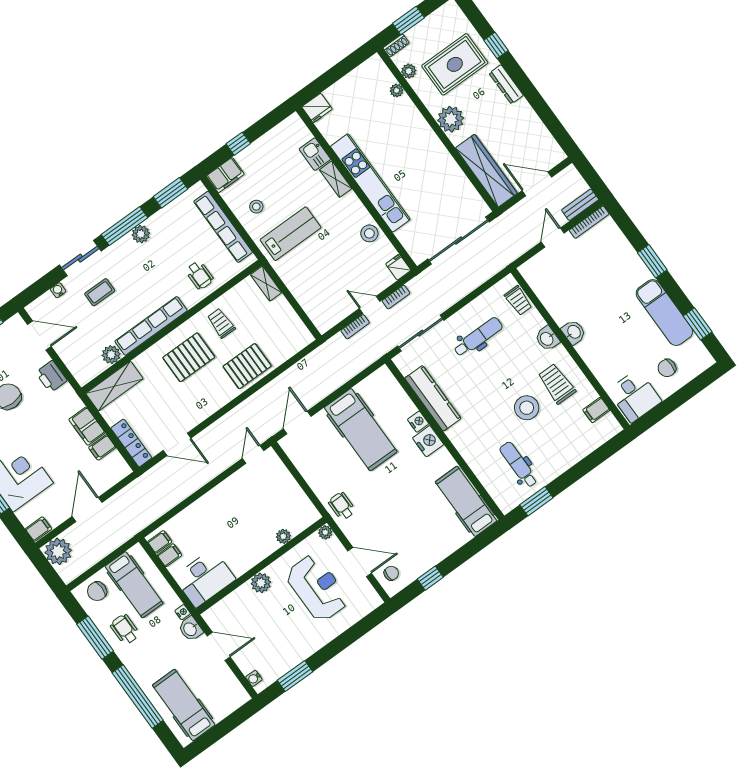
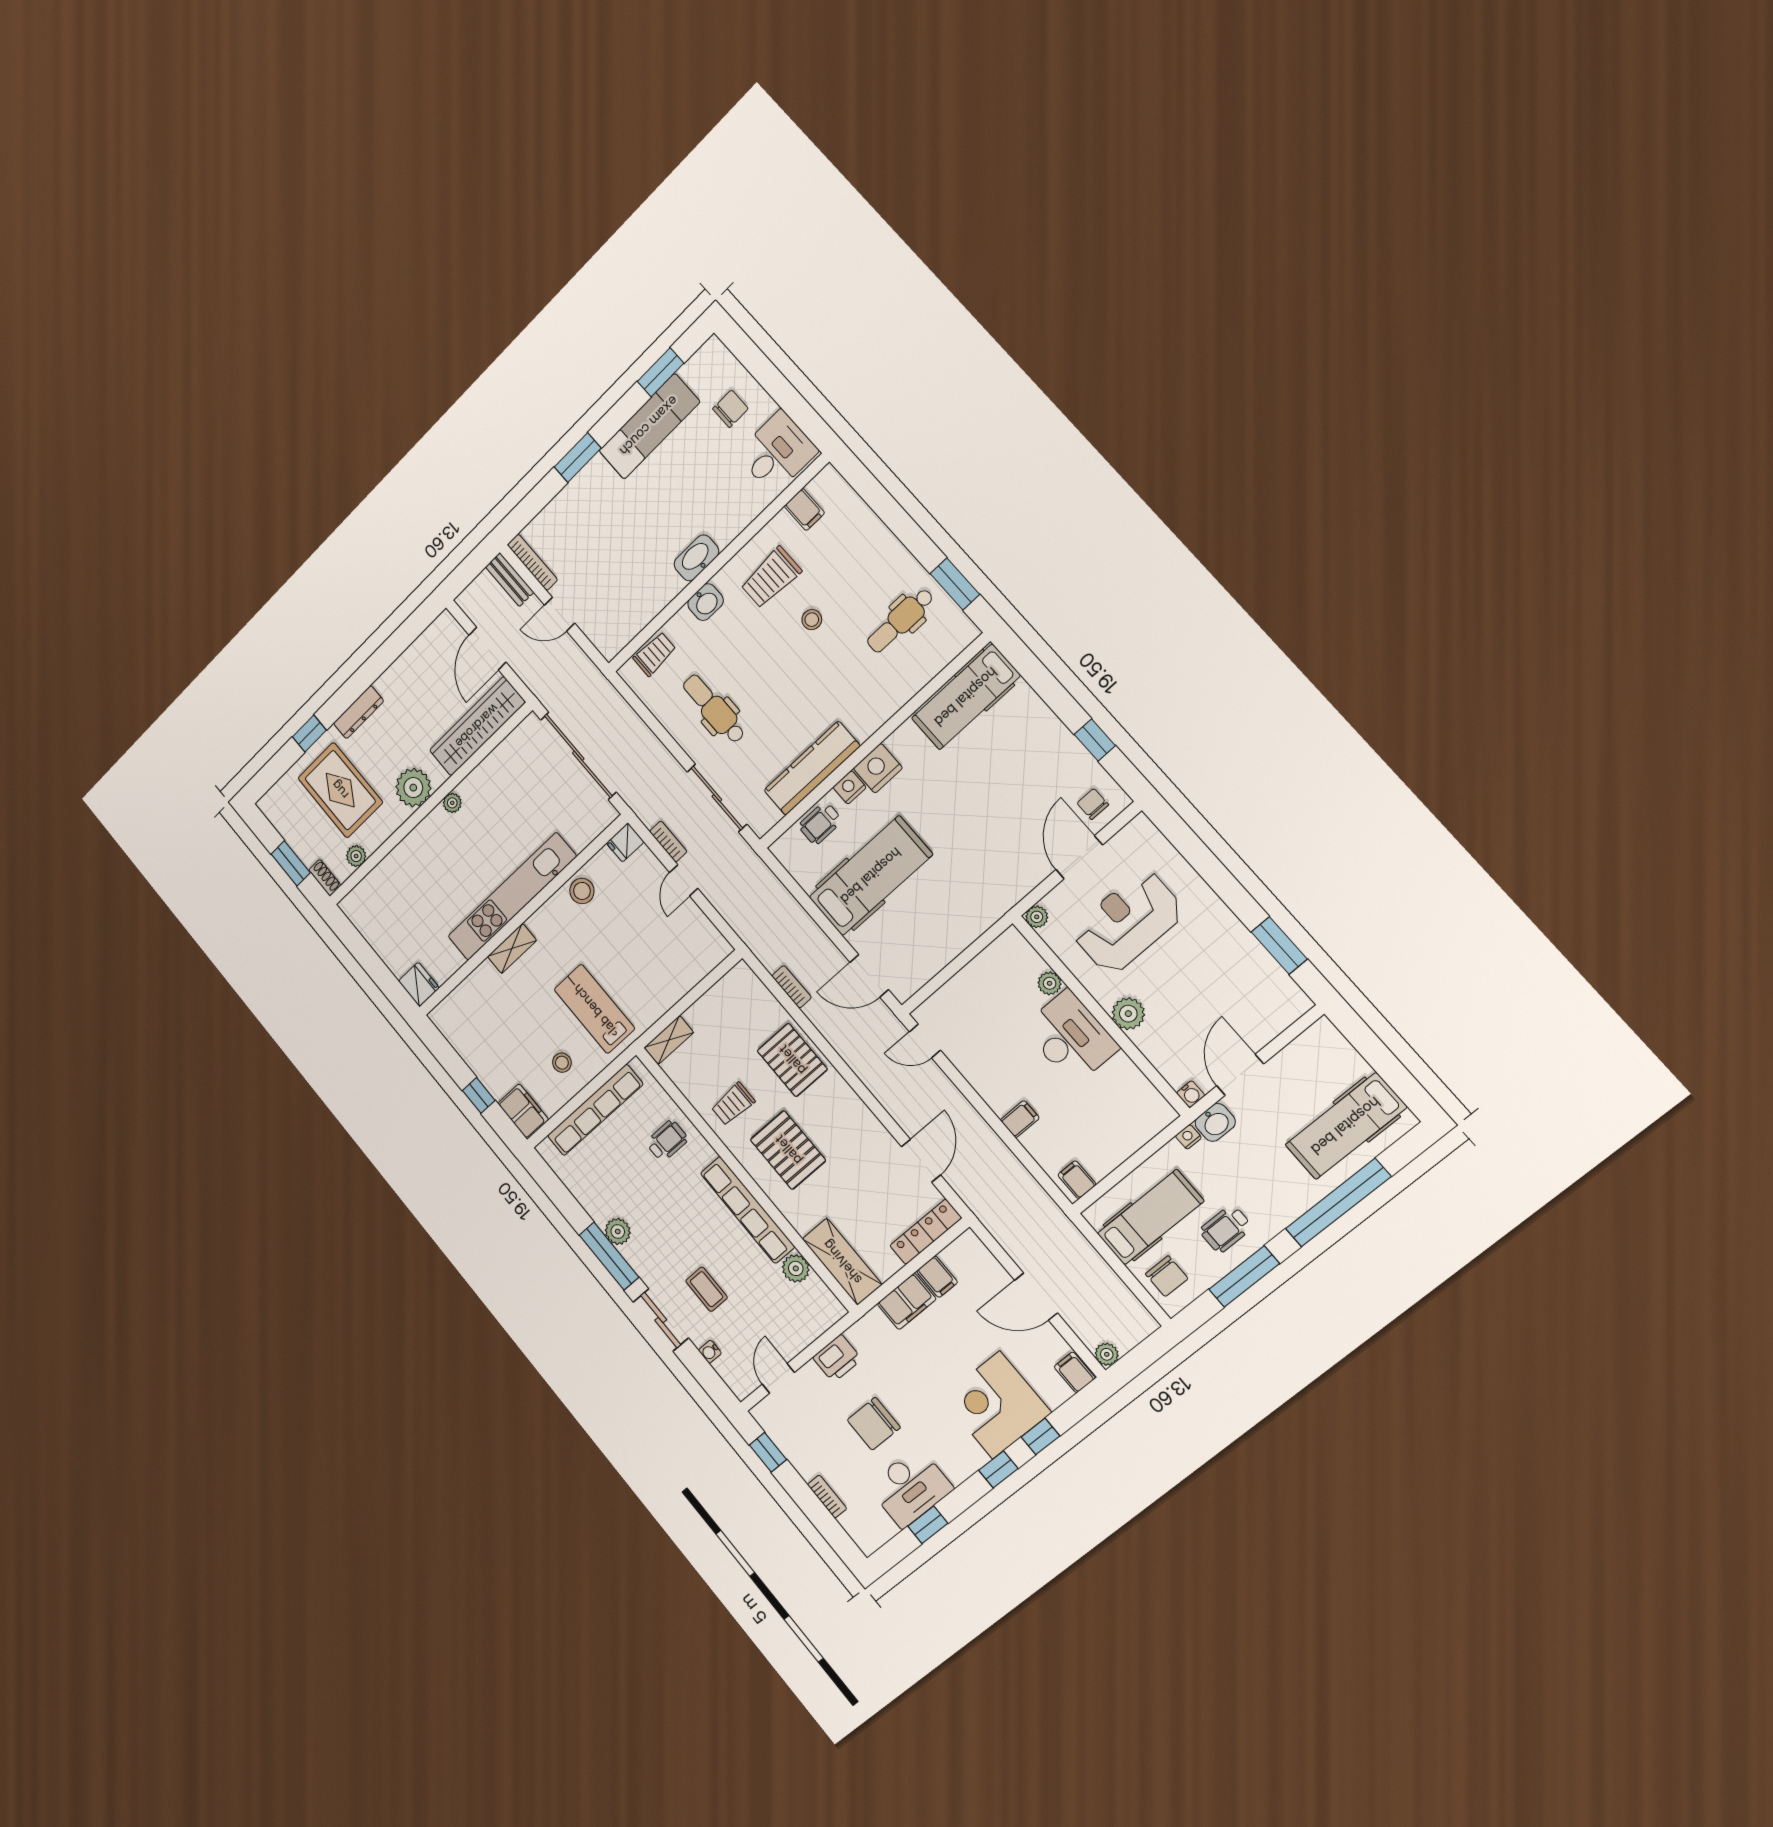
plant: (397, 90) -> (452, 803), moved
kitchen sink: (315, 154) -> (481, 982), removed
window: (171, 193) -> (556, 1190), removed
bookcase: (355, 327) -> (792, 987), moved
washbasin: (574, 332) -> (696, 558), width x1.38
door: (39, 335) -> (778, 1378), width x0.73
chair: (667, 368) -> (730, 409), turned -90
stool: (527, 408) -> (812, 620), width x0.53, depth x0.53
wheelchair: (342, 506) -> (820, 823), moved
plant: (58, 551) -> (1107, 1354), width x0.53, depth x0.53
filing cabinet: (170, 555) -> (1020, 1119), moved, turned 90
desk: (205, 578) -> (1071, 1037), moved
water cooler: (254, 678) -> (1191, 1094), moved

